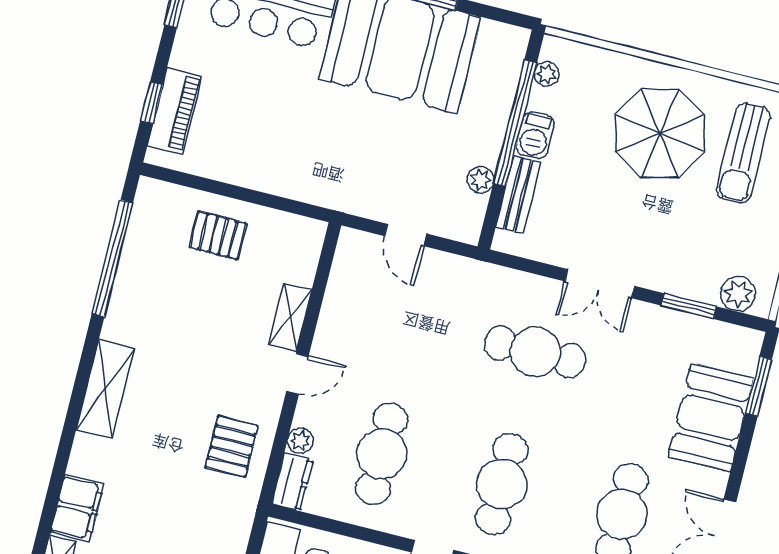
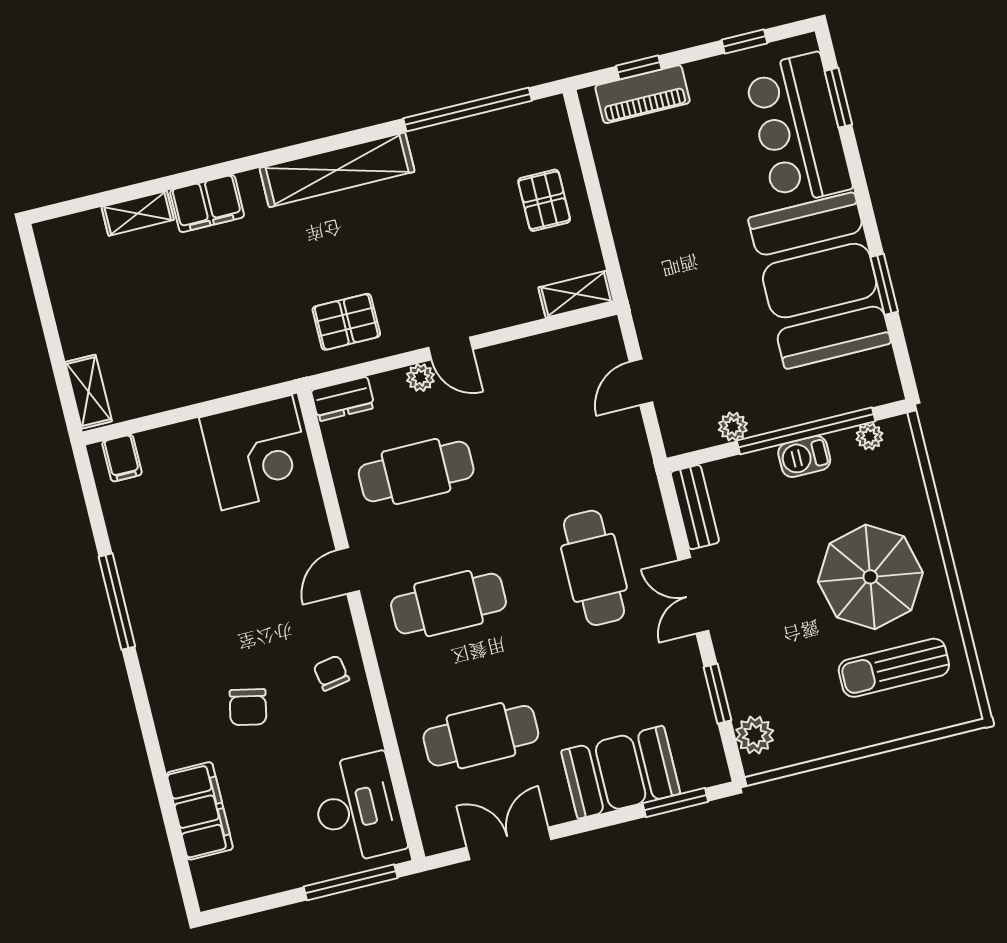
bench: (518, 195) -> (695, 507), moved, turned 90
shelving: (290, 317) -> (576, 294), moved
shelving: (105, 389) -> (337, 170), width x1.47
plant: (300, 441) -> (420, 378), moved

